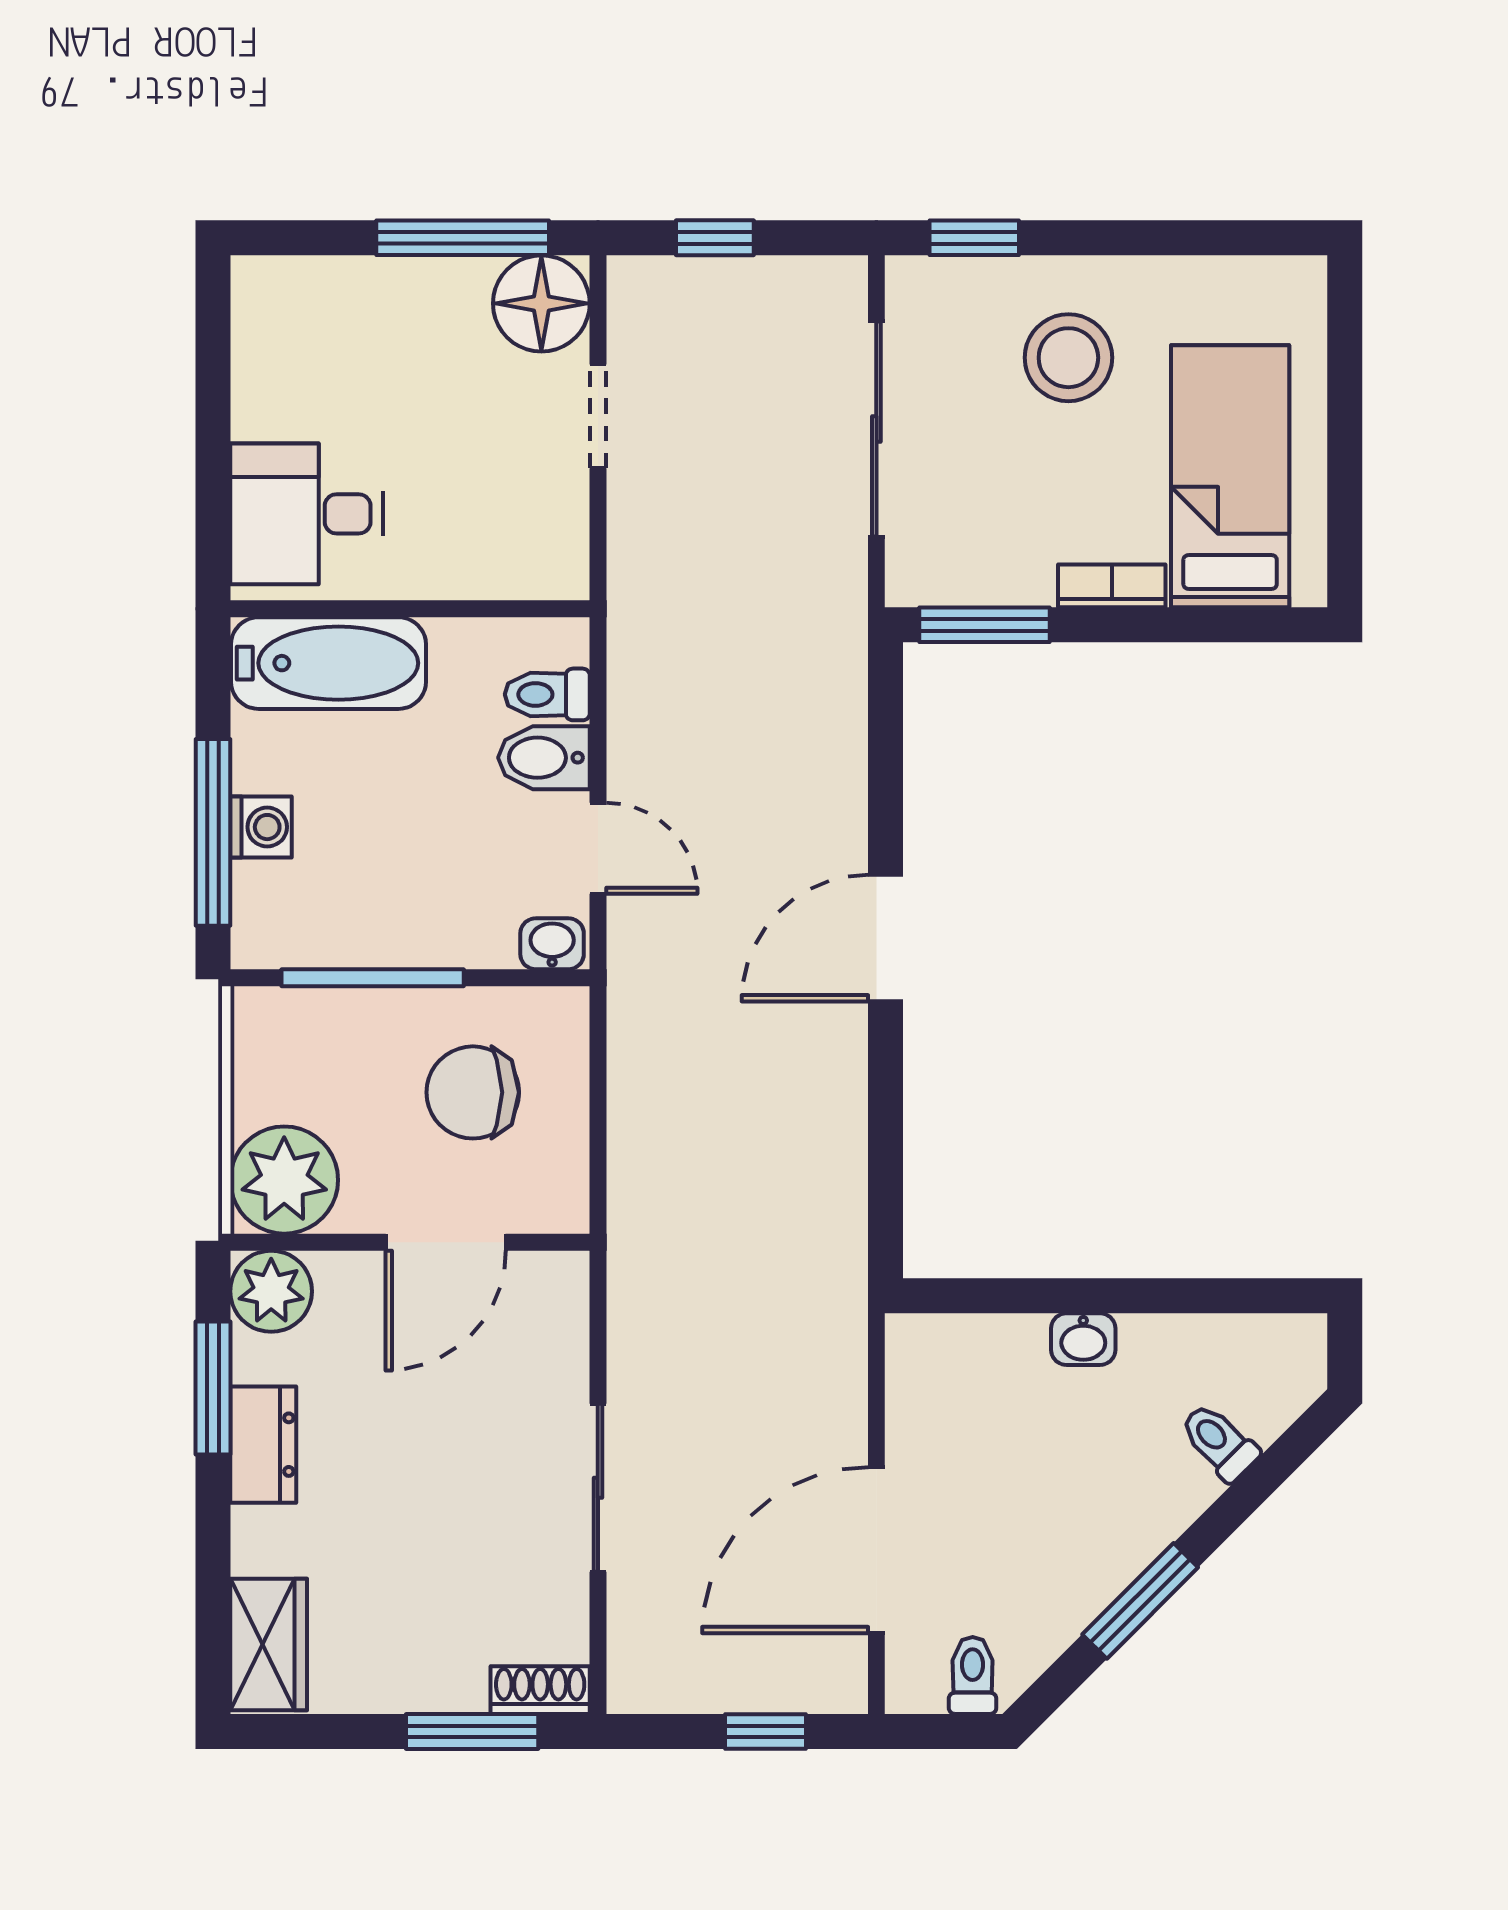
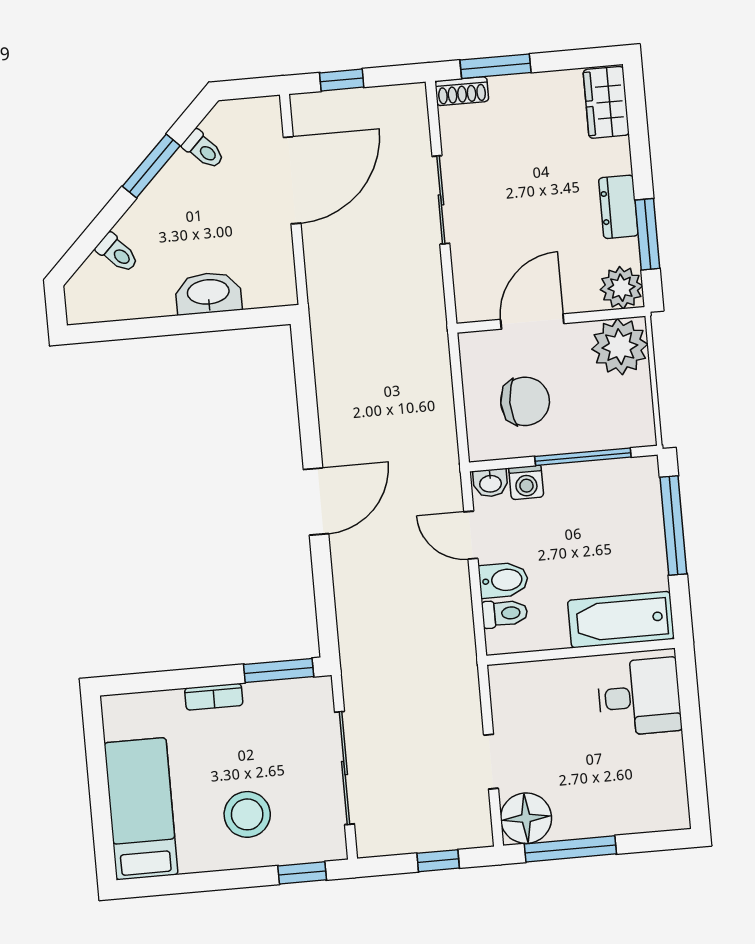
bed: (1230, 476) -> (141, 809), moved, turned 180
washing machine: (261, 827) -> (526, 482), moved, turned -90
washbasin: (1083, 1339) -> (208, 293), width x1.91, depth x1.45
toilet: (973, 1675) -> (203, 150), moved, turned -45

